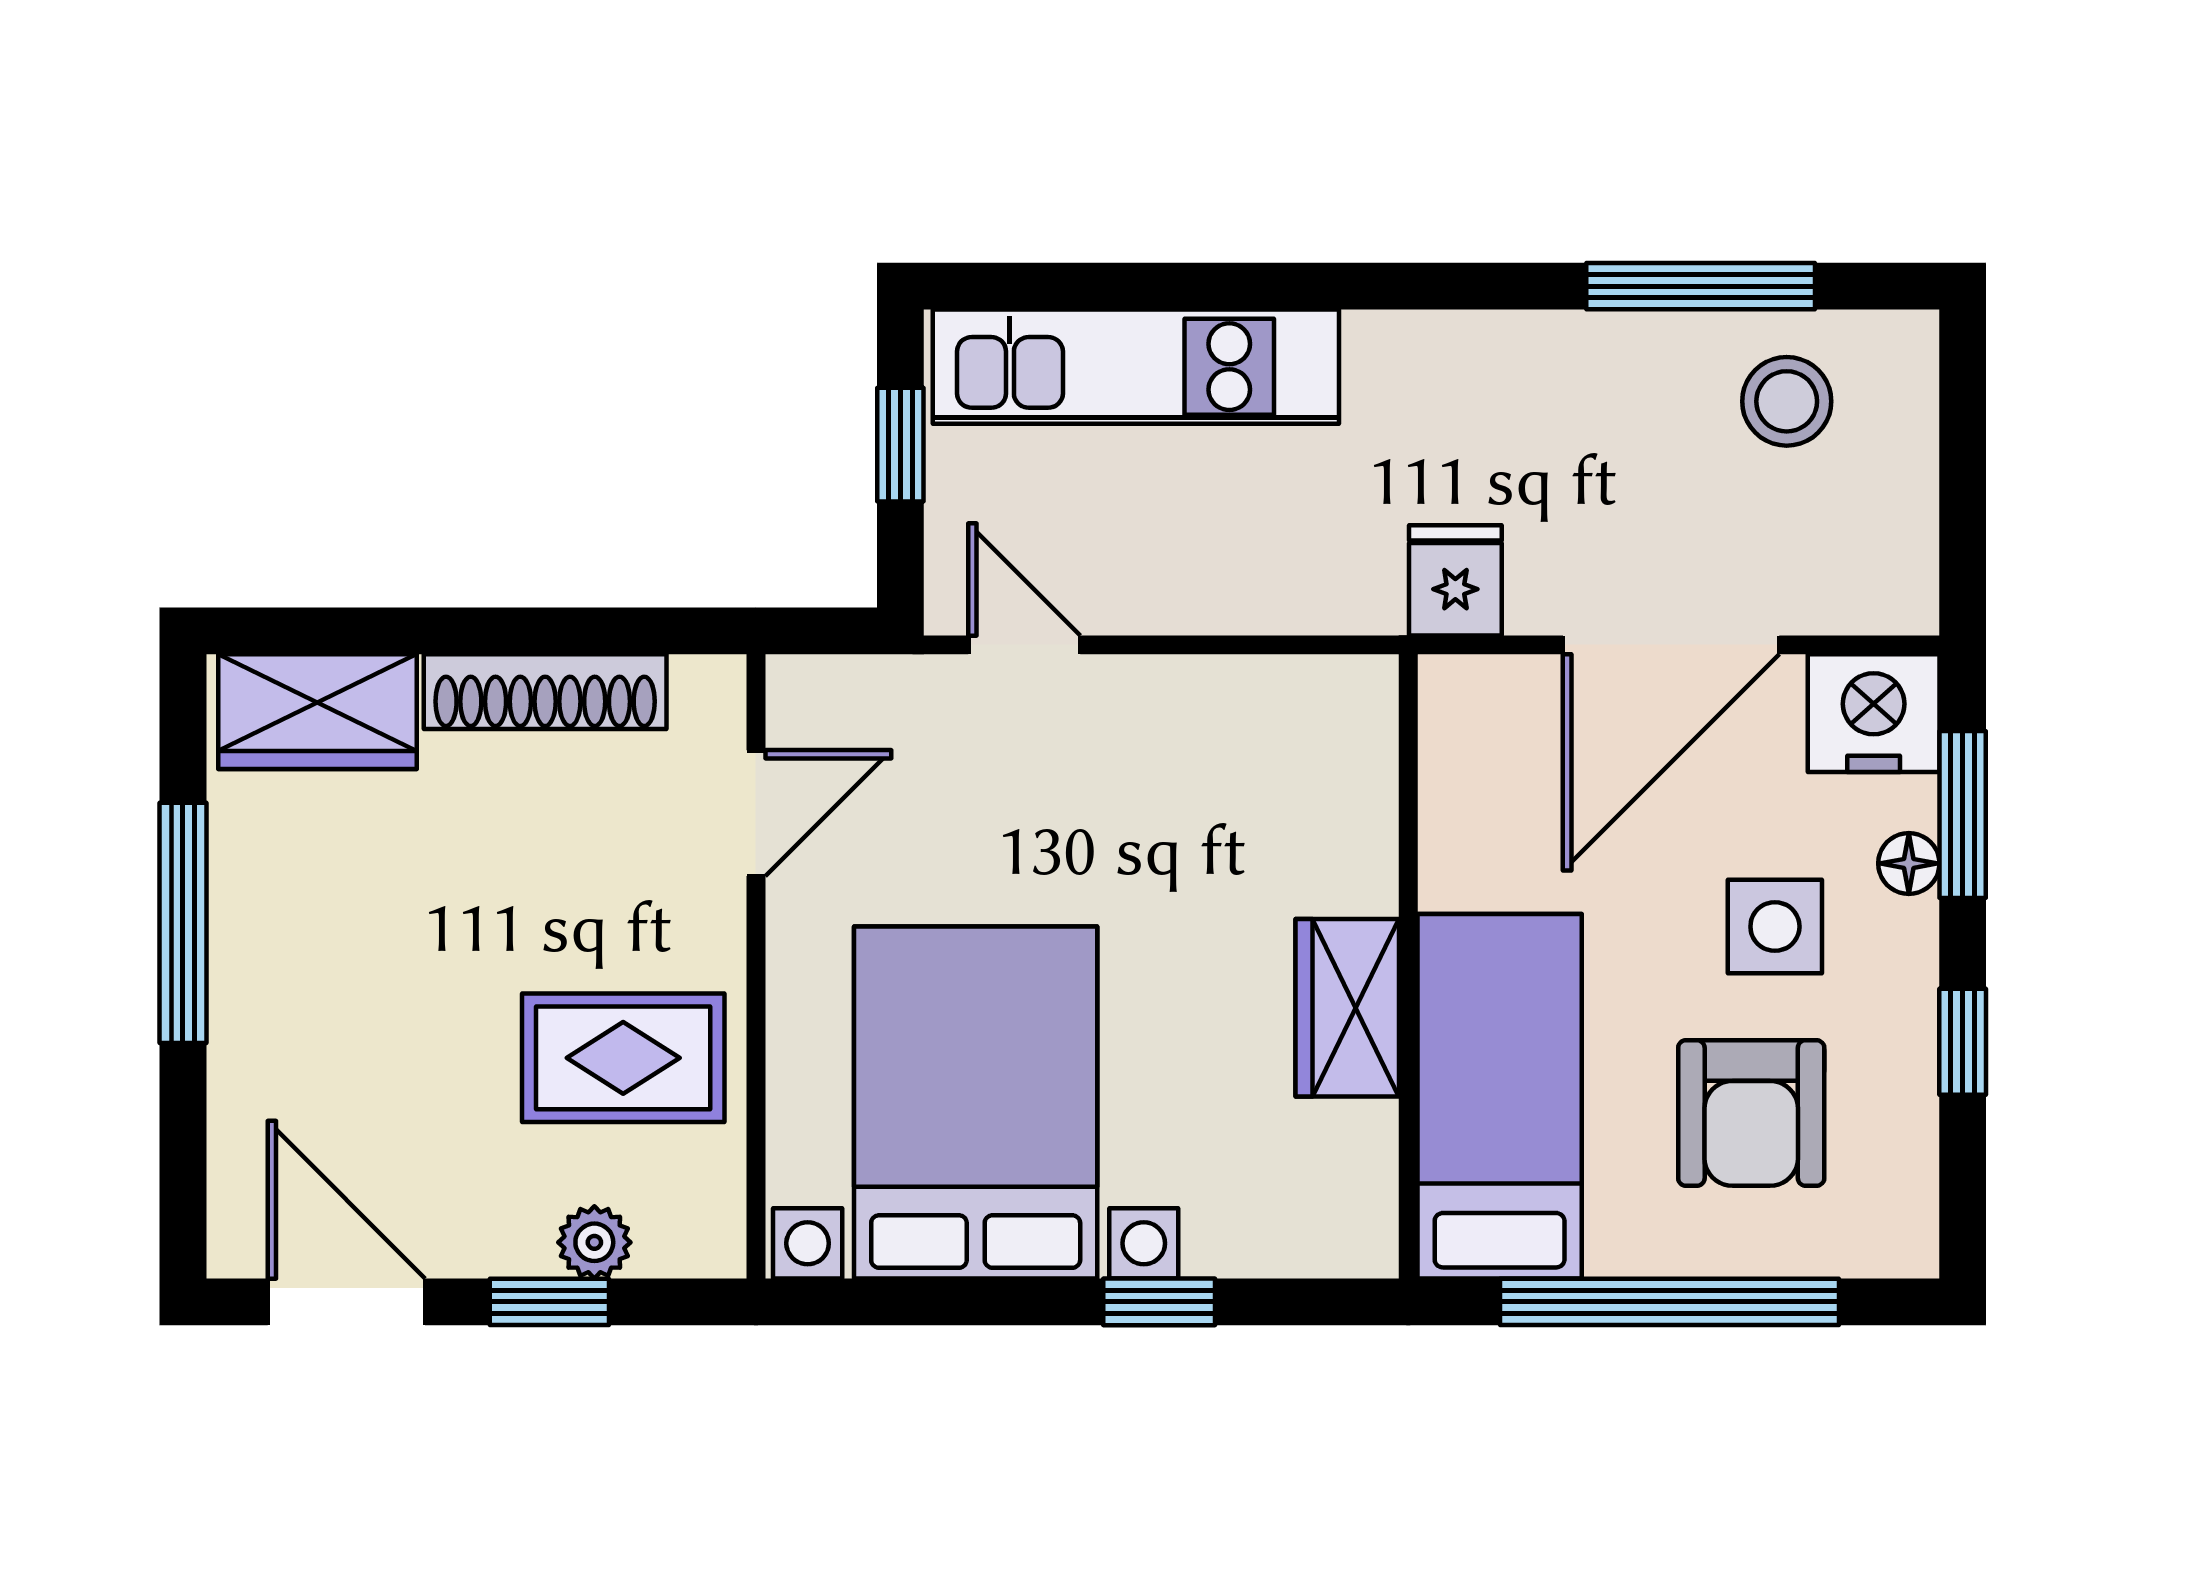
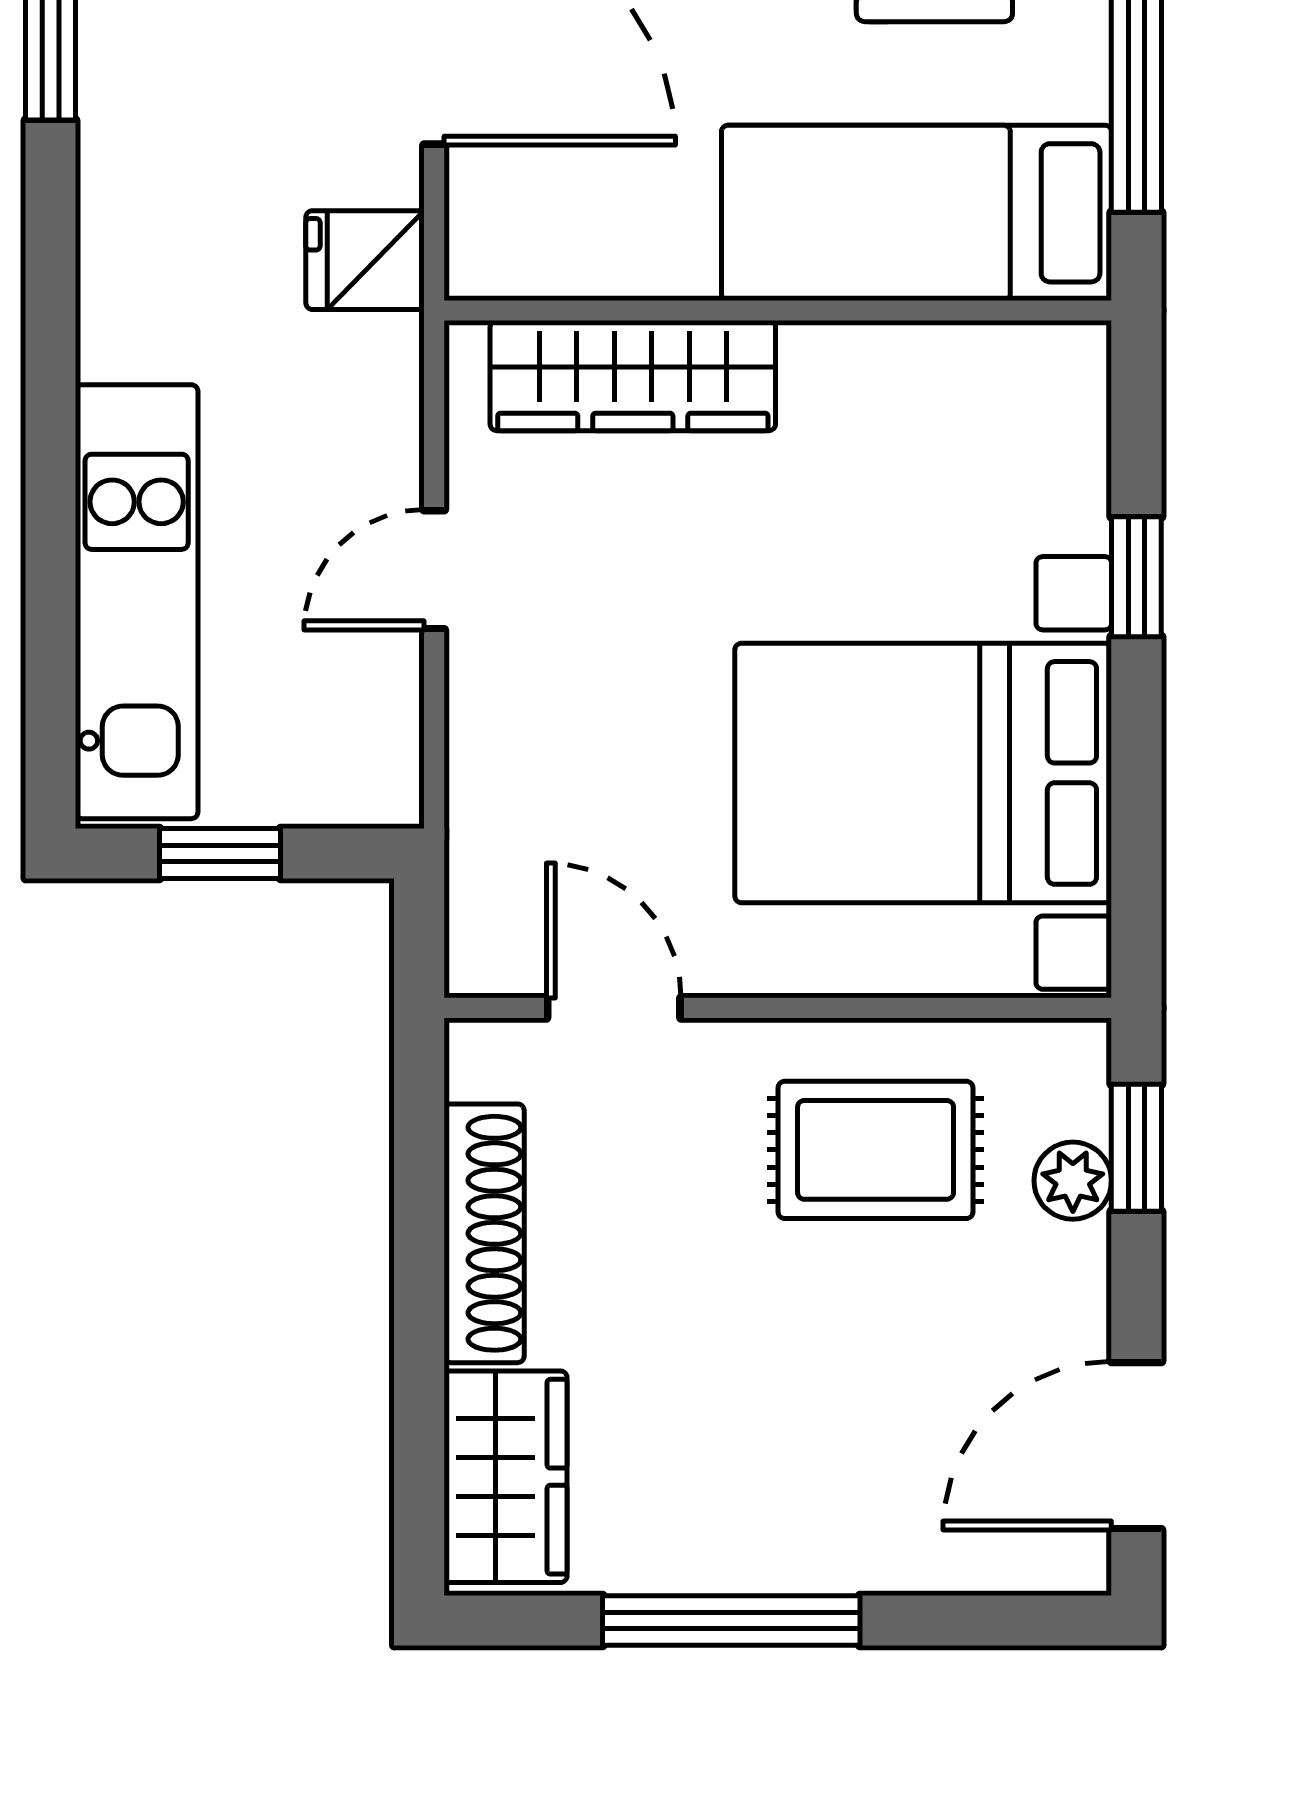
door: (1024, 645) -> (434, 570), moved
wardrobe: (1347, 1008) -> (633, 376), moved, width x1.50
rug: (623, 1058) -> (876, 1150), turned 90
window: (549, 1302) -> (1136, 1148), moved

